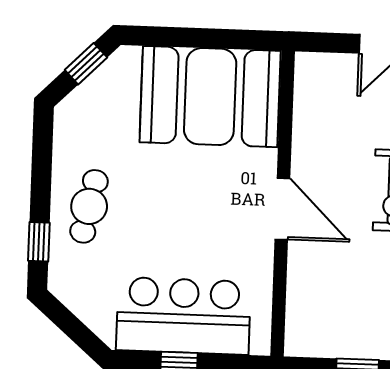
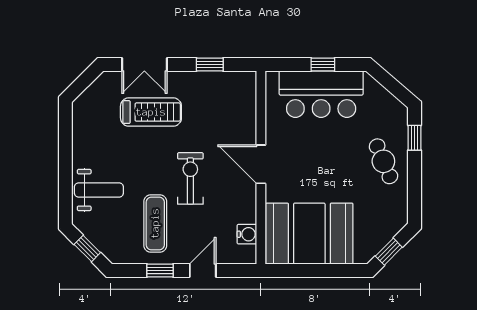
water cooler: (308, 99) -> (247, 234), added
cafe table: (89, 206) -> (383, 161), turned -35

